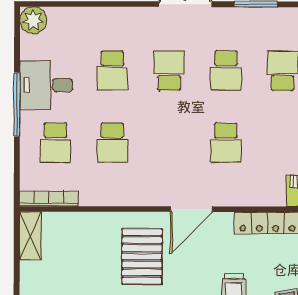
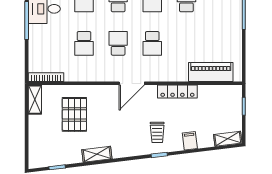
school desk: (55, 143) -> (118, 43), moved, turned 180
pallet: (142, 256) -> (74, 114), moved

